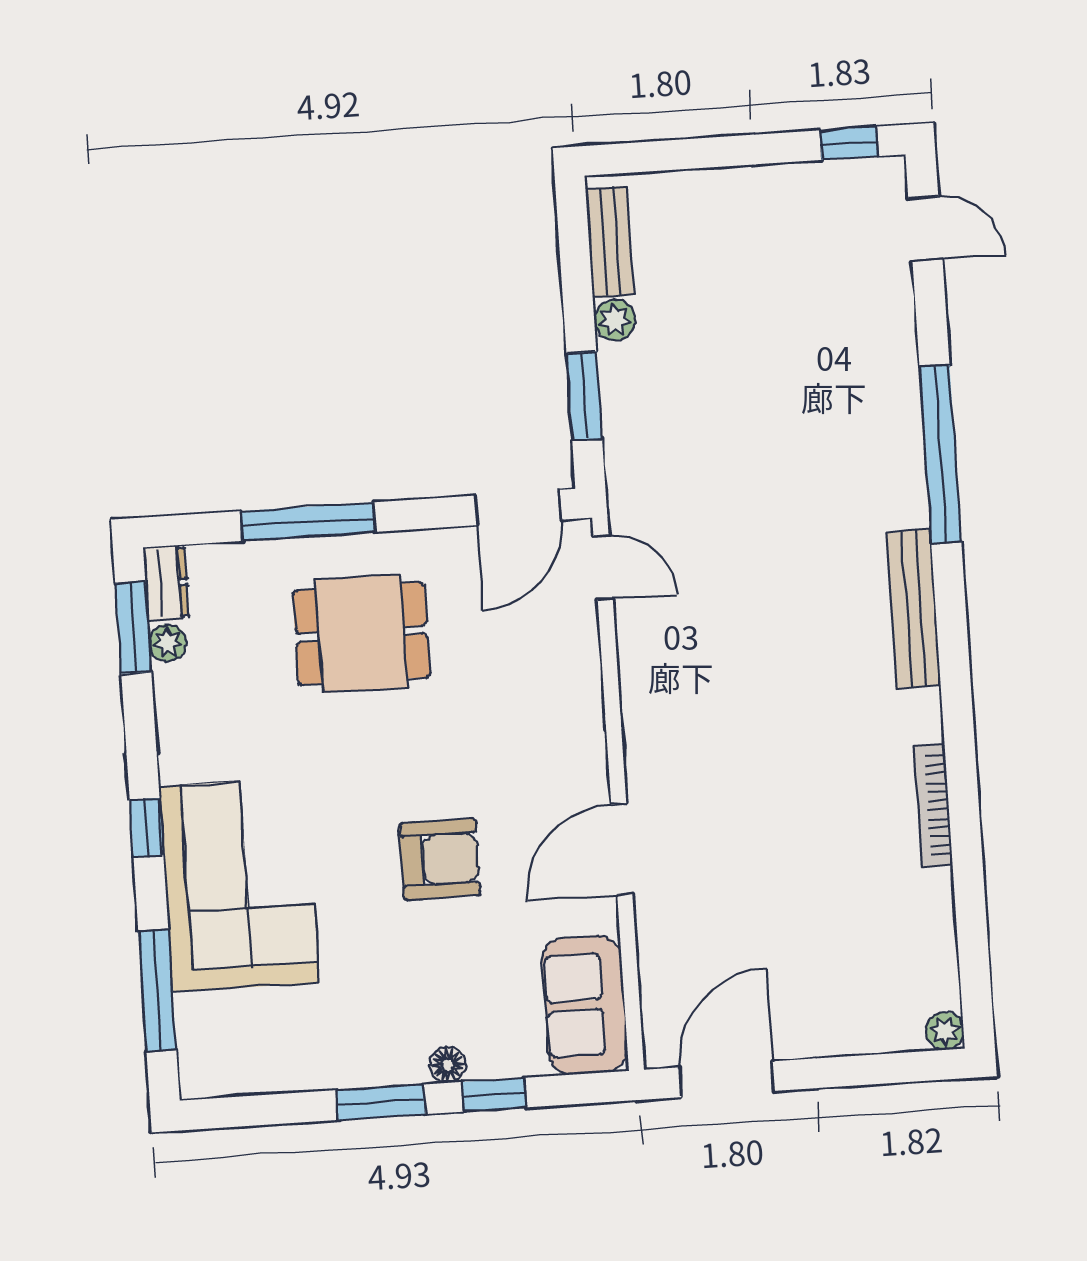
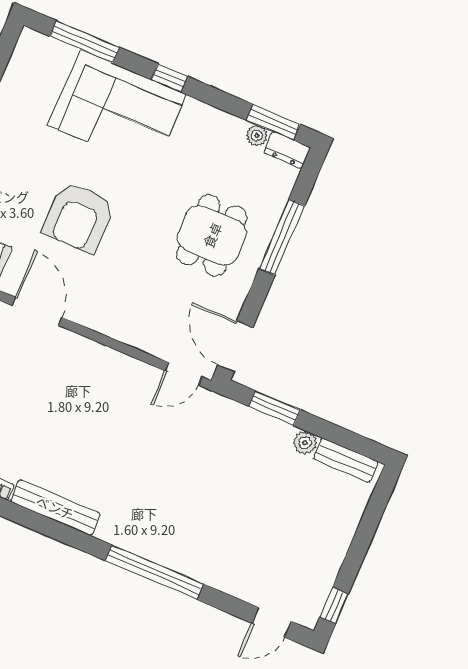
bench: (914, 609) -> (55, 507), moved
armchair: (440, 859) -> (78, 217), width x1.36, depth x1.36

